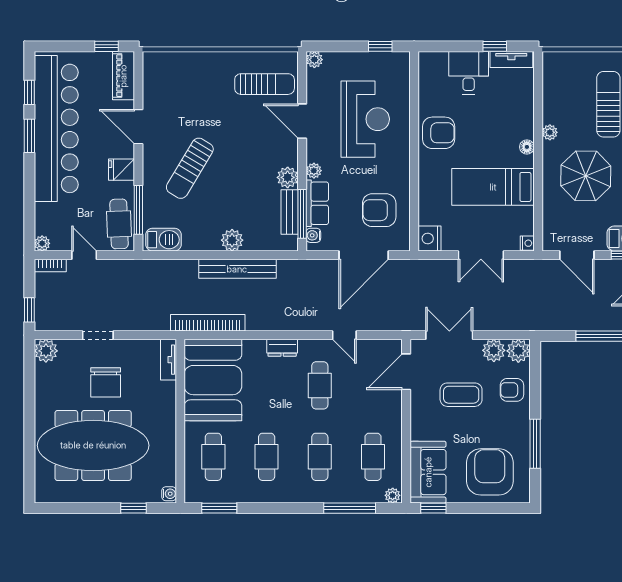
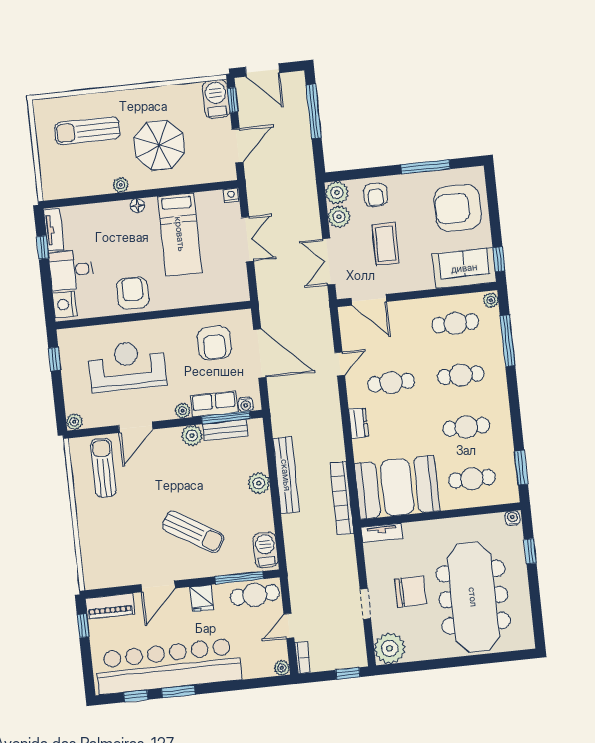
nightstand: (429, 239) -> (65, 304), moved, turned 90
plant: (46, 351) -> (390, 648), width x1.36, depth x1.36

